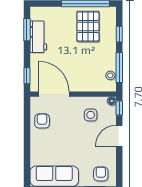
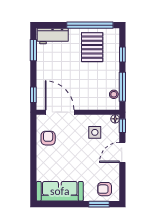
workbench: (38, 37) -> (53, 36), moved, turned 90
armchair: (101, 174) -> (105, 189), turned -90

